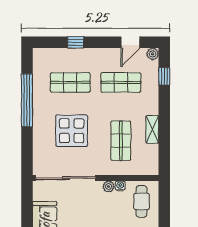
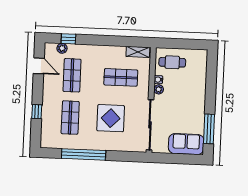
plant: (153, 54) -> (62, 48), moved
shelving: (152, 129) -> (138, 52), moved

